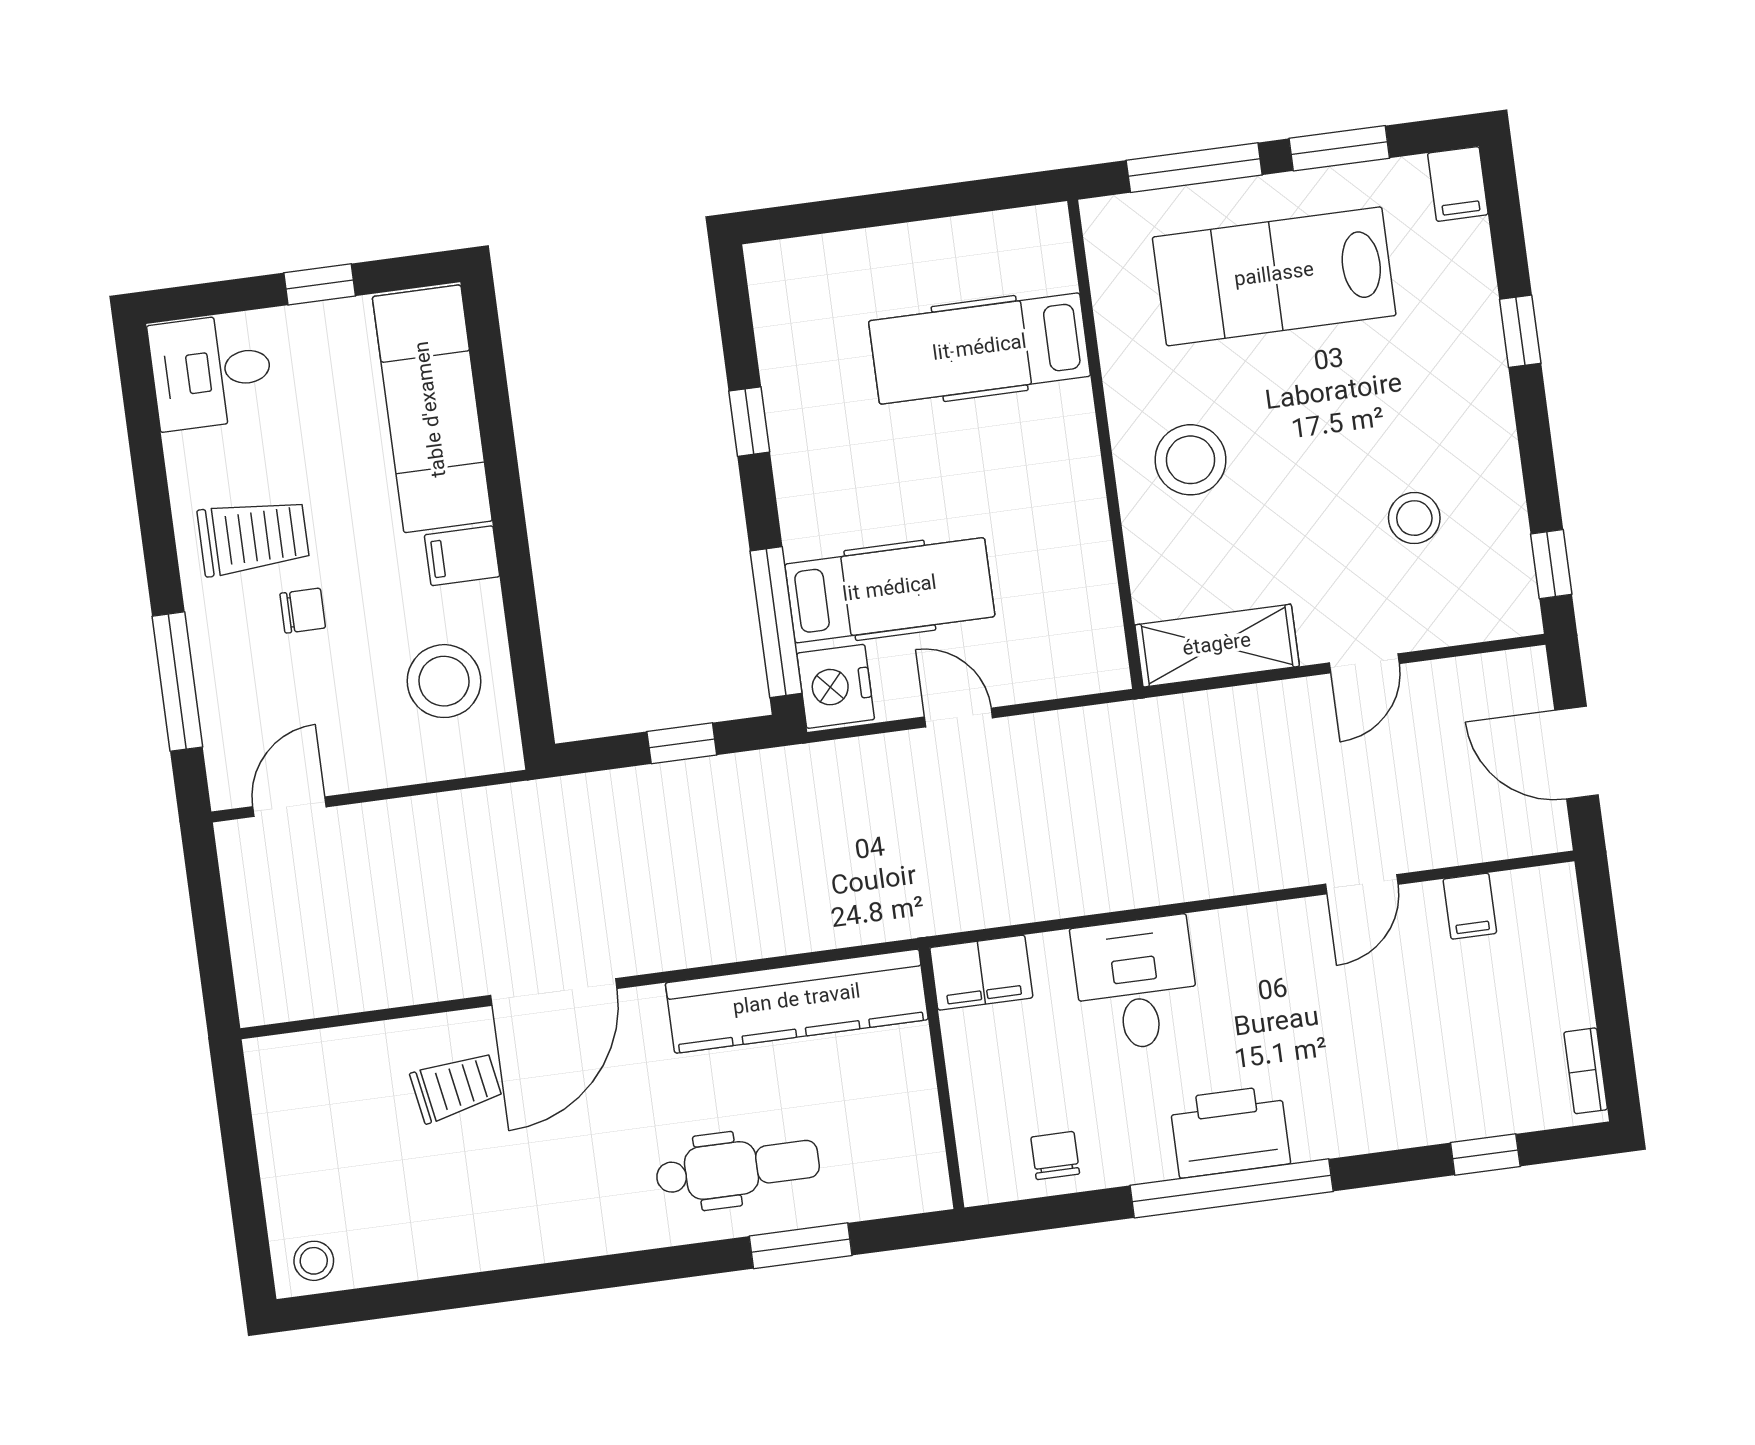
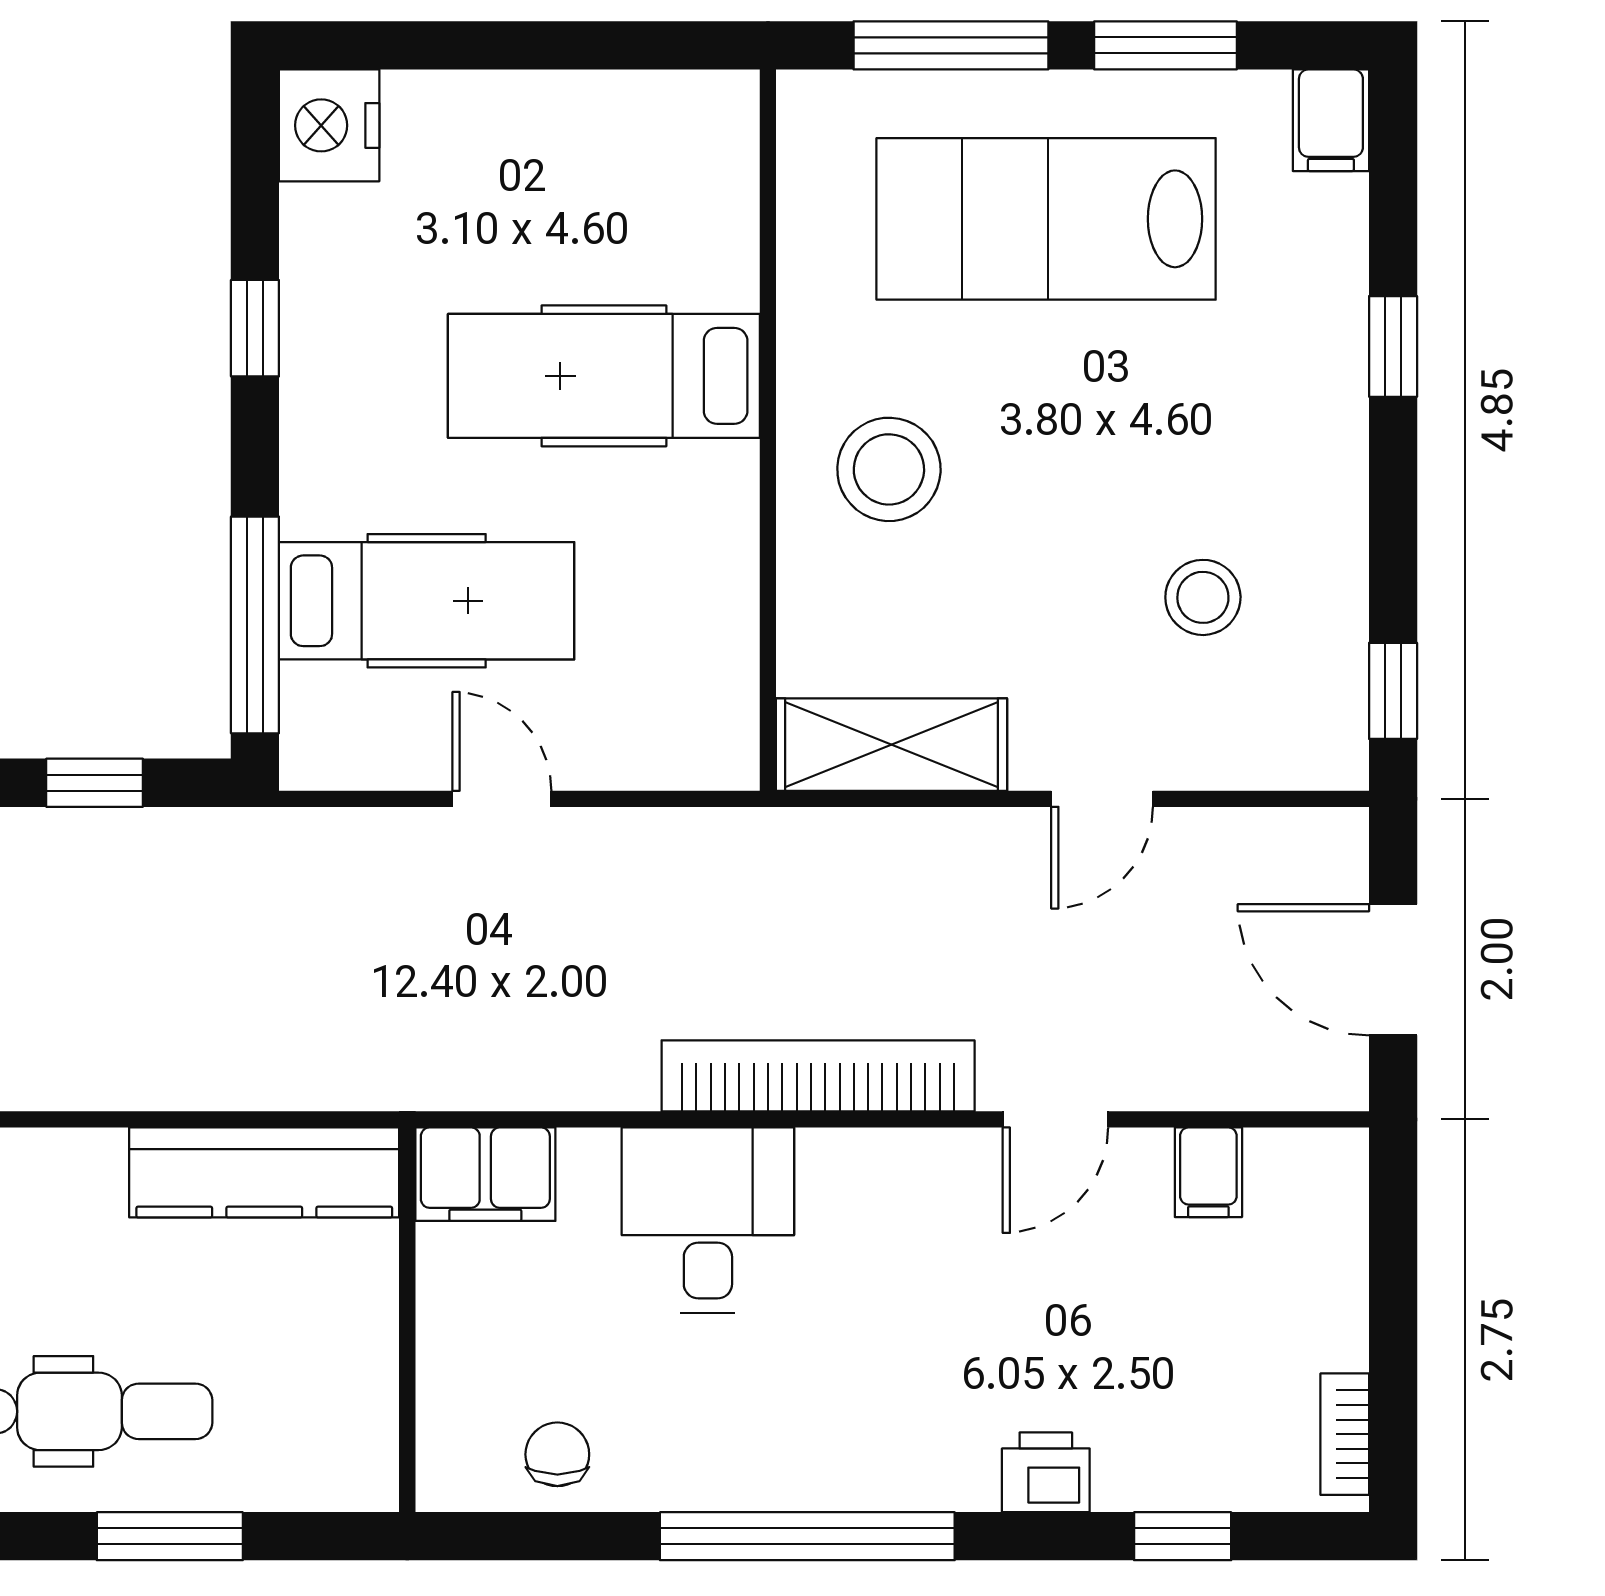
hospital bed: (980, 349) -> (604, 376), moved
nightstand: (836, 686) -> (329, 125), moved
bookcase: (1197, 876) -> (818, 1076), added
kitchen counter: (797, 1001) -> (264, 1172), width x0.72, depth x0.86
printer: (1230, 1131) -> (1046, 1472), moved, width x0.53, depth x0.68

